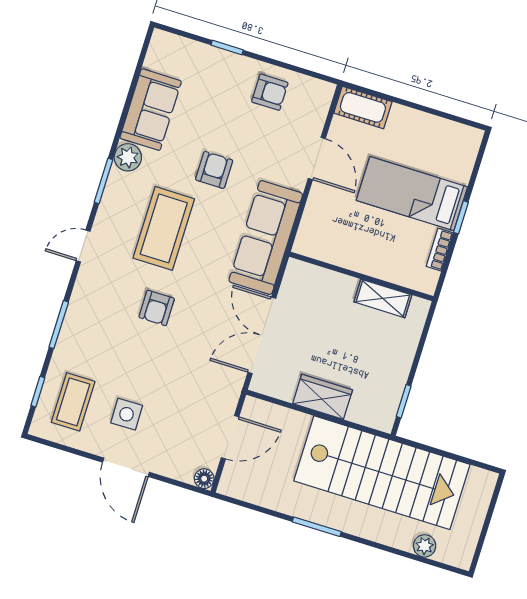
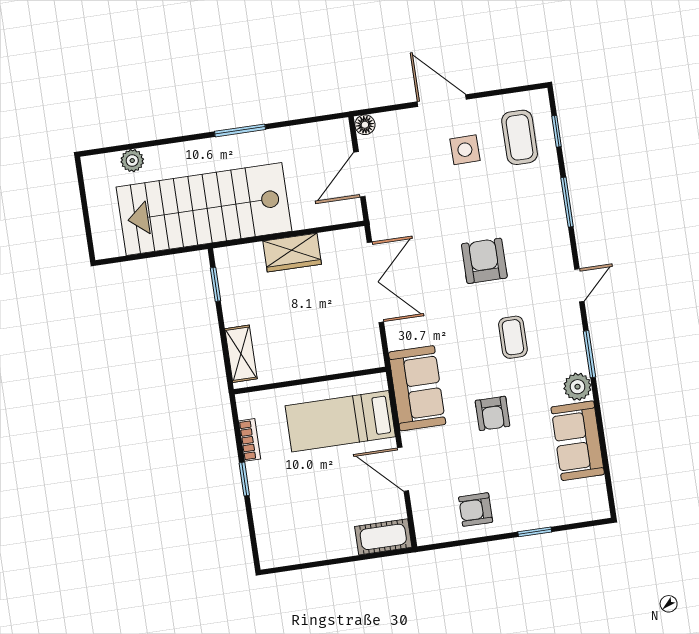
bed: (412, 194) -> (340, 421), moved, turned 180
coffee table: (164, 228) -> (513, 337), width x0.54, depth x0.58
sofa: (266, 238) -> (417, 388), width x0.73
shelving: (383, 298) -> (241, 354), moved, turned 90
armchair: (157, 308) -> (484, 261), width x1.38, depth x1.38

